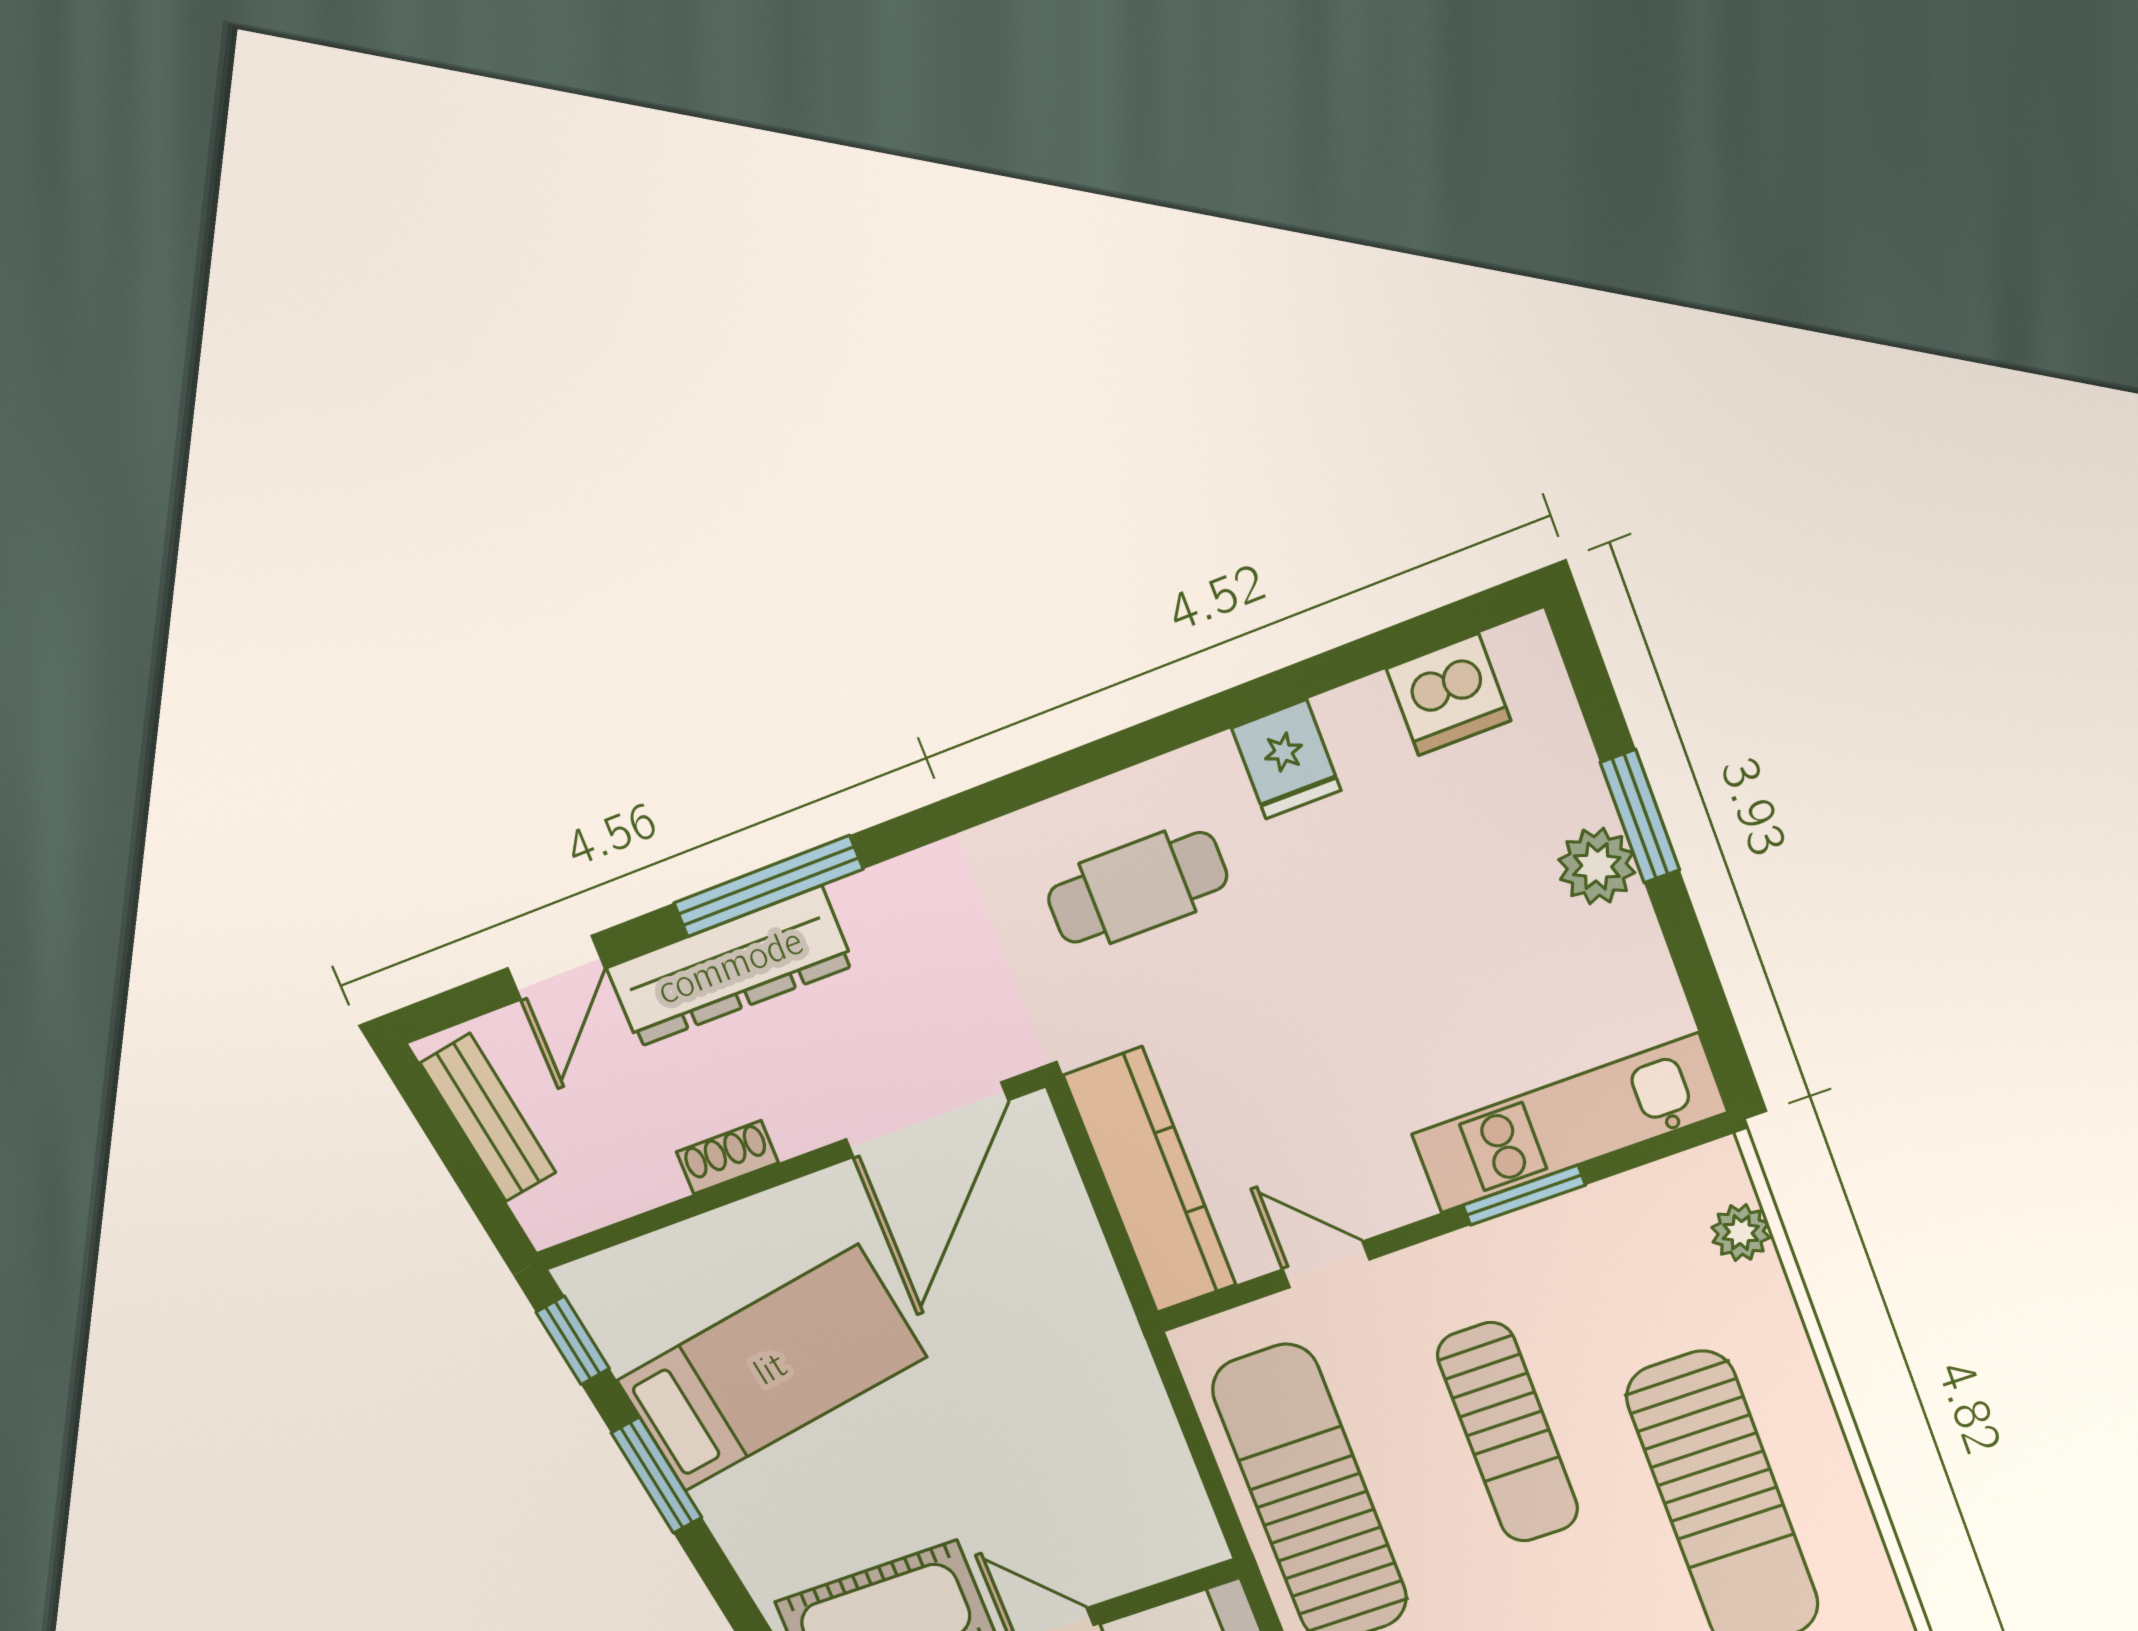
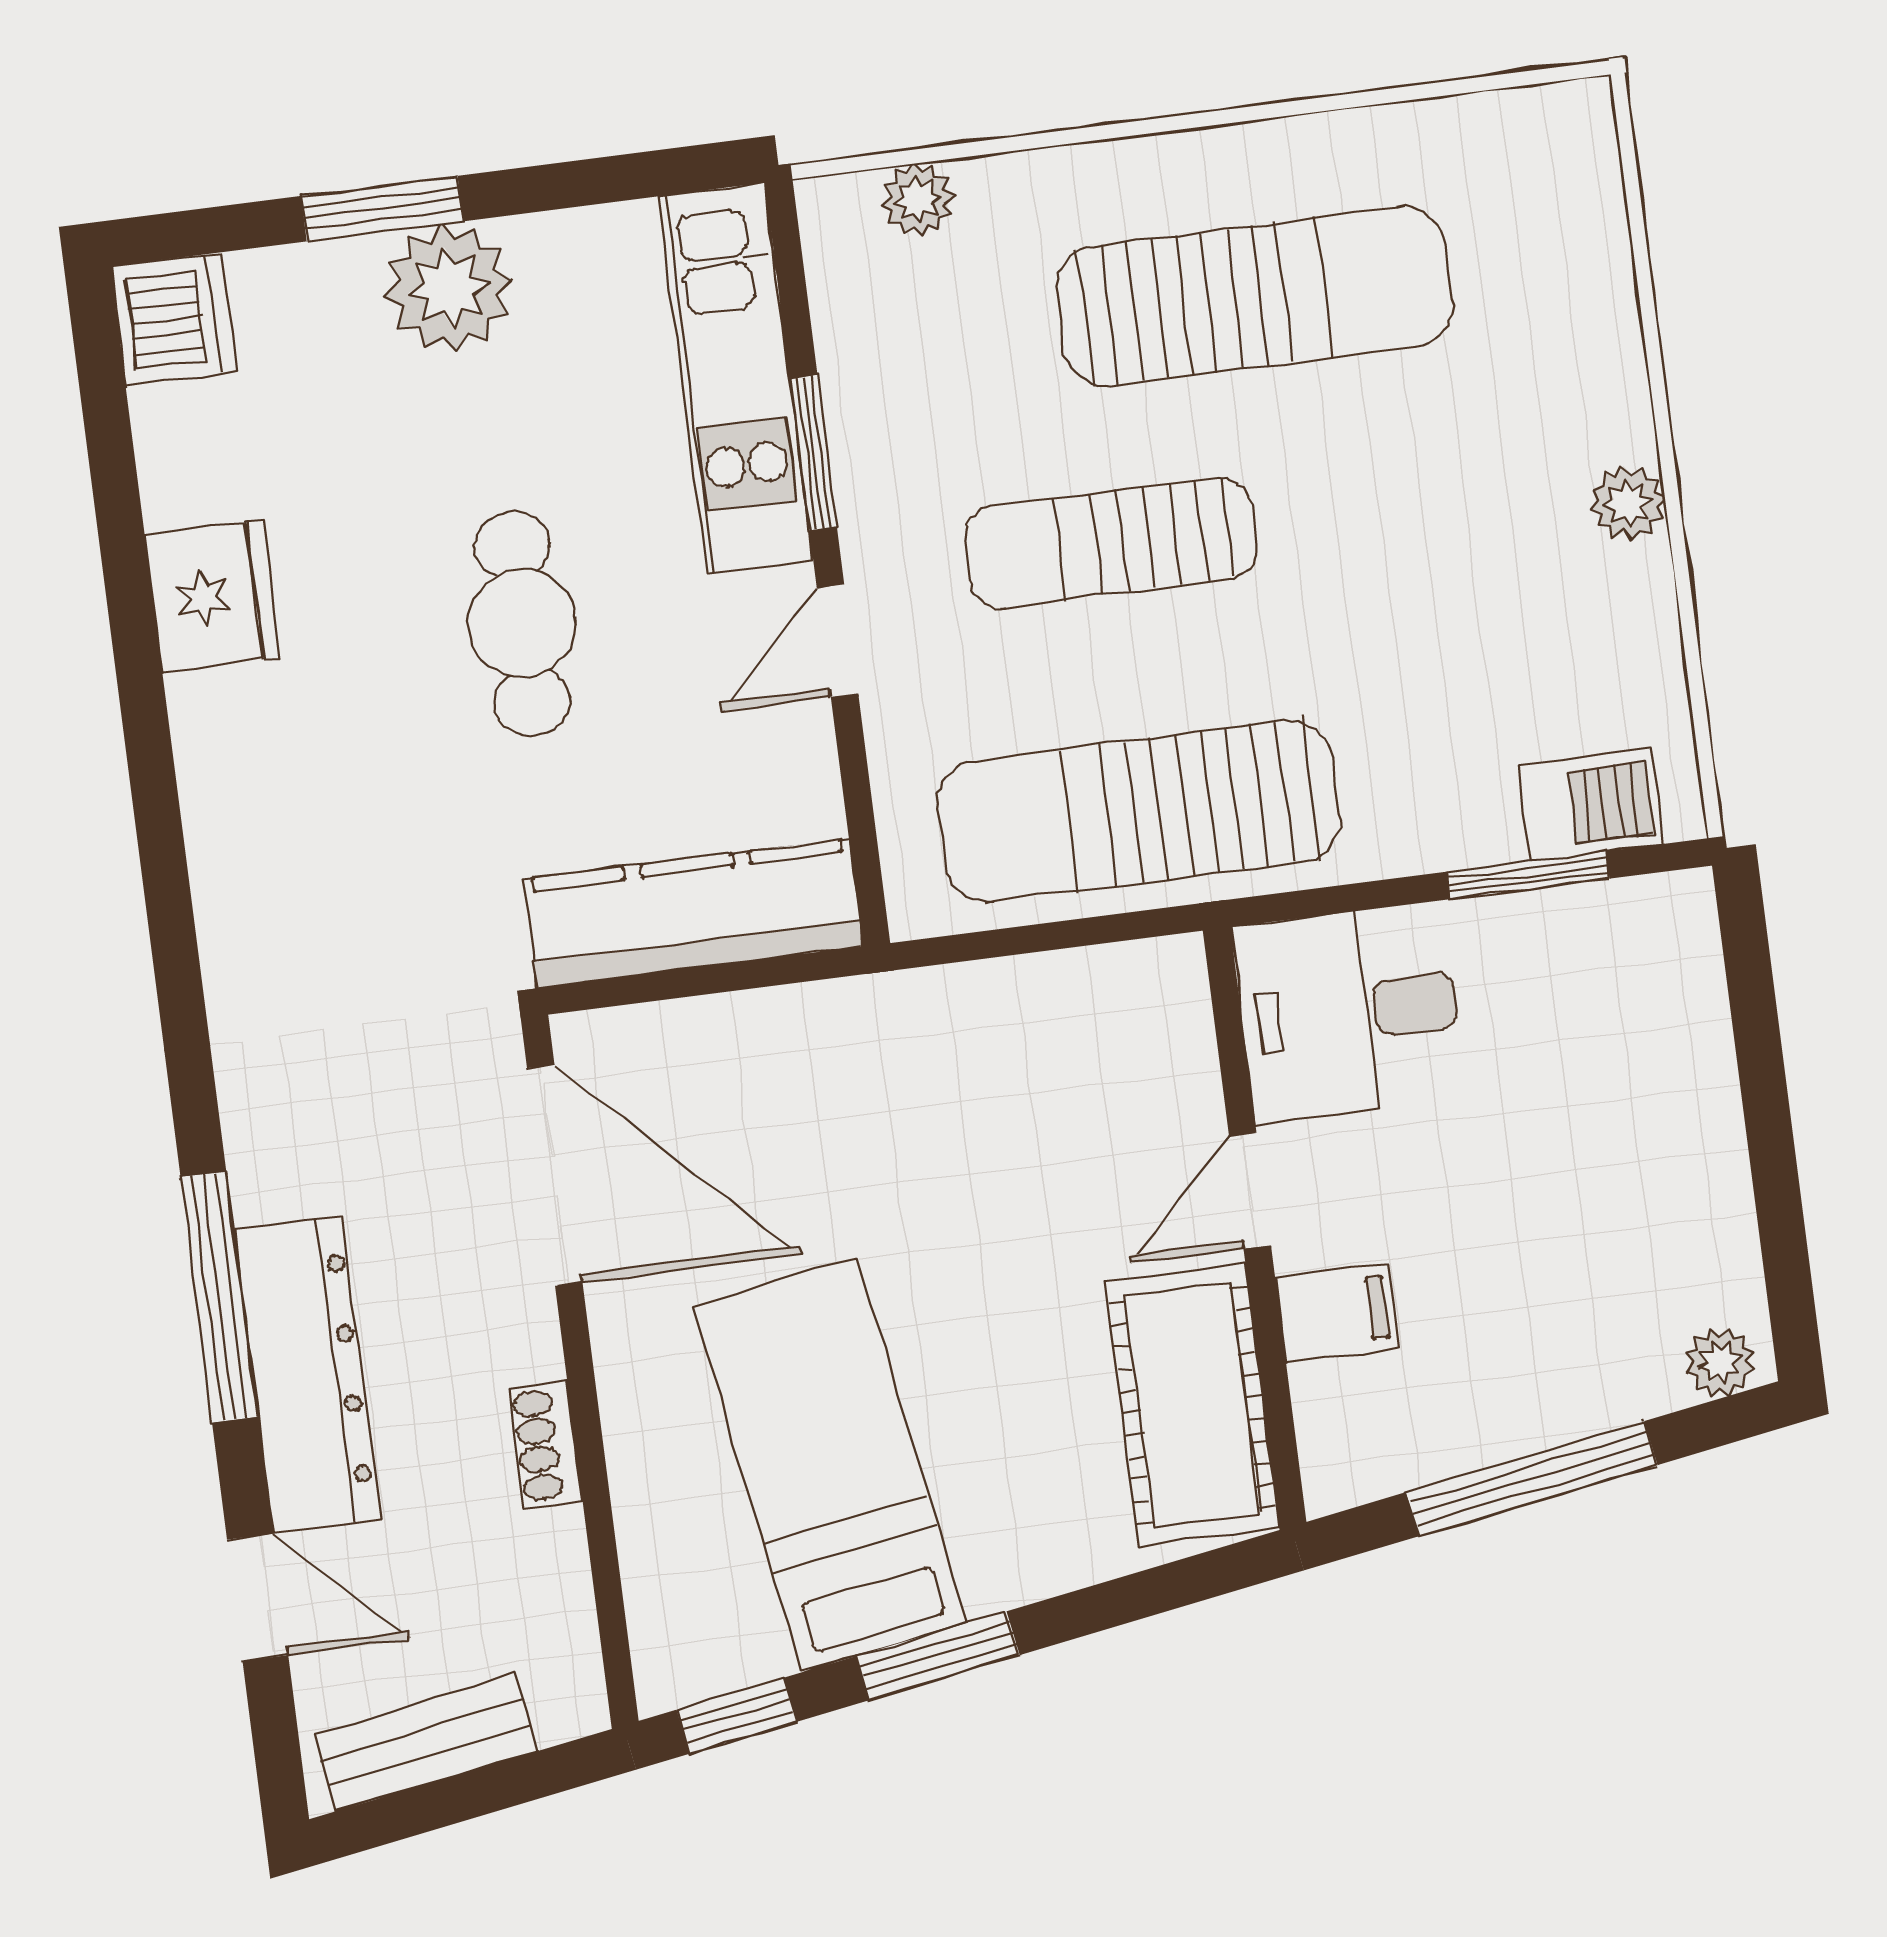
dishwasher: (1449, 695) -> (174, 319), moved
fridge: (1286, 759) -> (213, 596), width x1.38
plant: (1597, 866) -> (449, 288), width x1.36, depth x1.36
cafe table: (1137, 887) -> (522, 623), moved
door: (1326, 1264) -> (838, 641), moved
sun lounger: (1508, 1432) -> (1110, 543), turned 180

